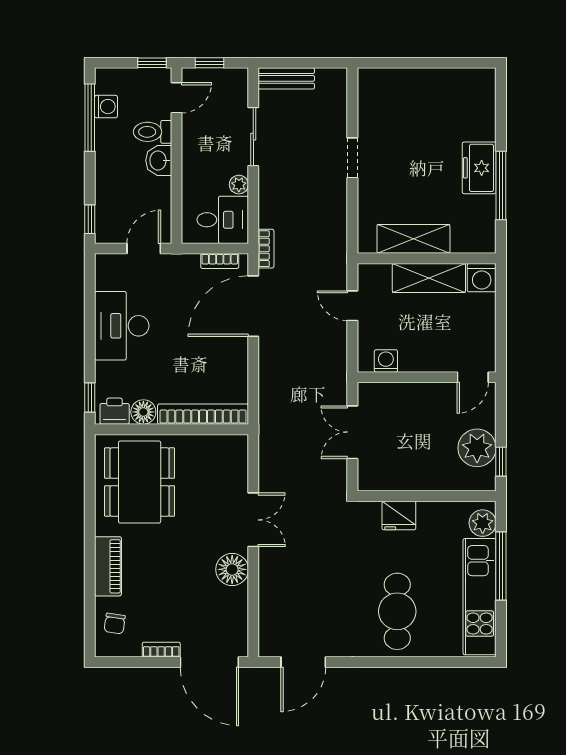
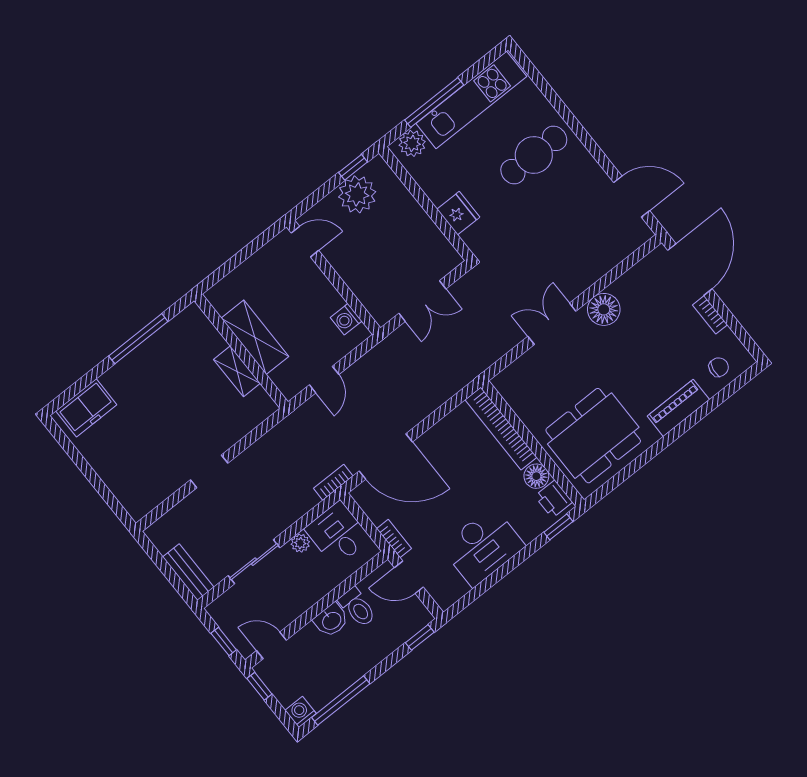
washing machine: (106, 107) -> (301, 712), moved
toilet: (153, 132) -> (357, 607), moved
freezer: (479, 168) -> (86, 408), moved
shelving: (413, 239) -> (237, 371), width x0.67, depth x0.75
bookcase: (220, 261) -> (394, 539), moved
washing machine: (482, 278) -> (222, 296), removed

